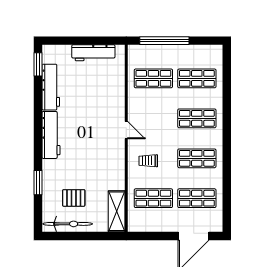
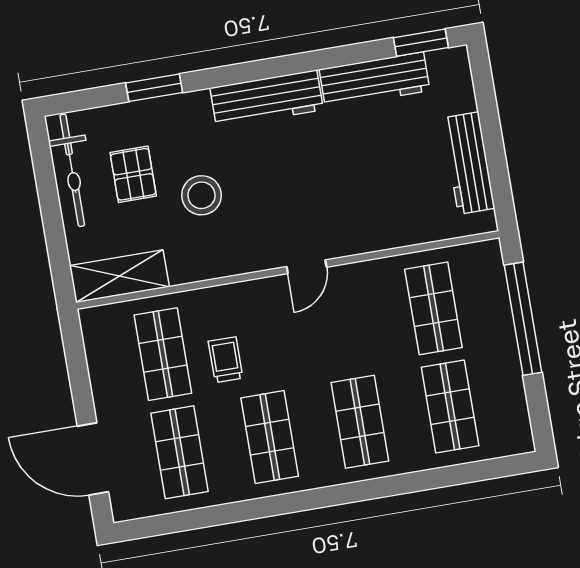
trolley: (148, 161) -> (226, 360), moved
stool: (88, 170) -> (202, 195), added

